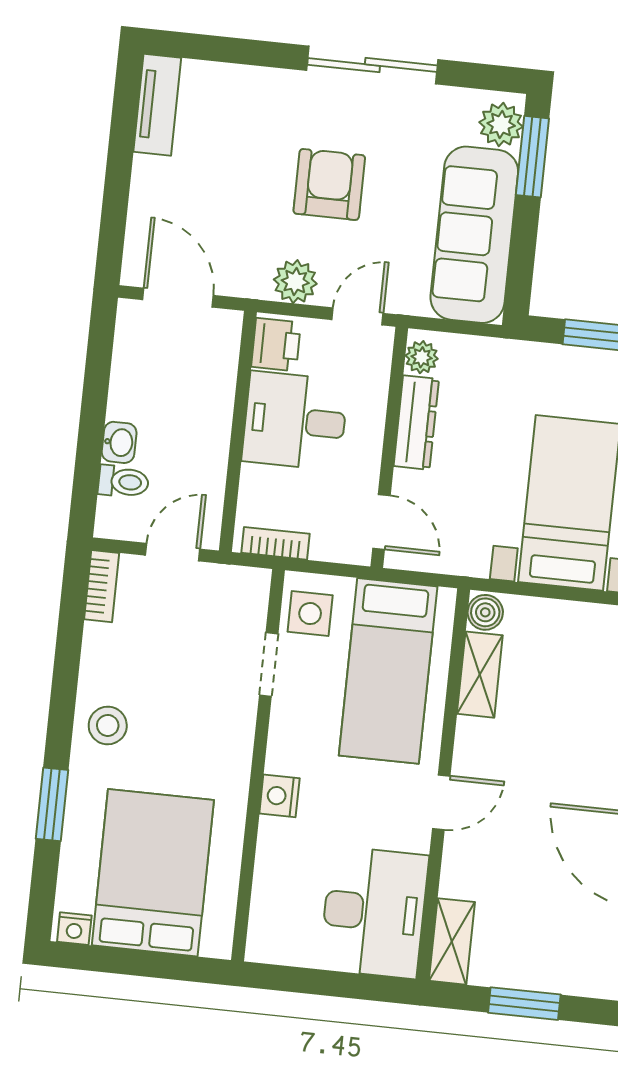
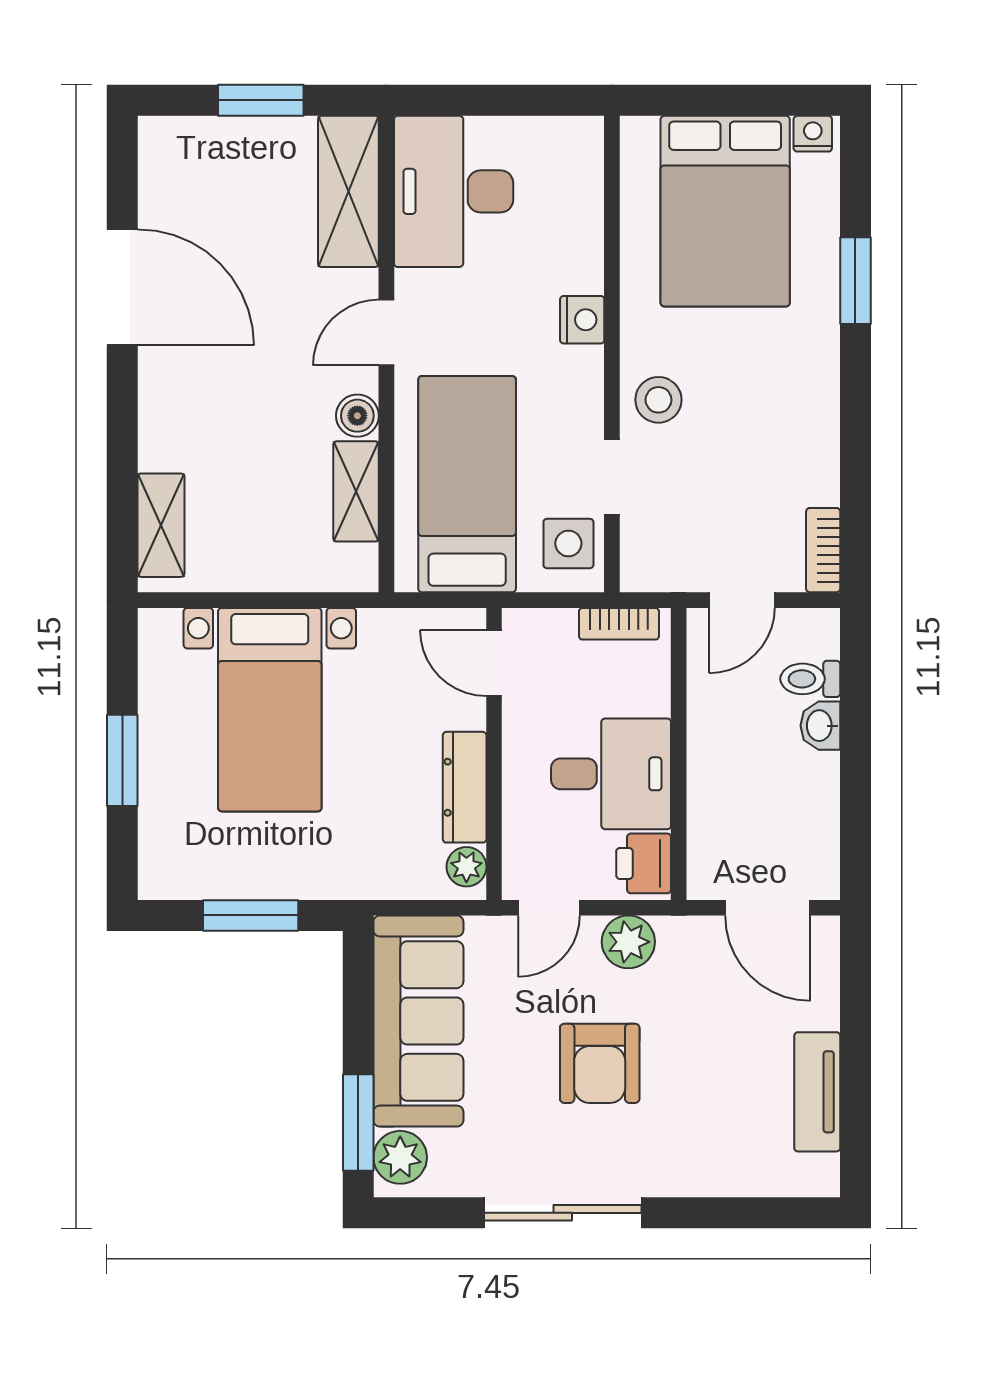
tv unit: (157, 105) -> (817, 1092), moved
boiler: (485, 612) -> (357, 416), moved
stool: (108, 725) -> (658, 400), moved
shelving: (452, 941) -> (348, 191), width x1.50, depth x1.33

